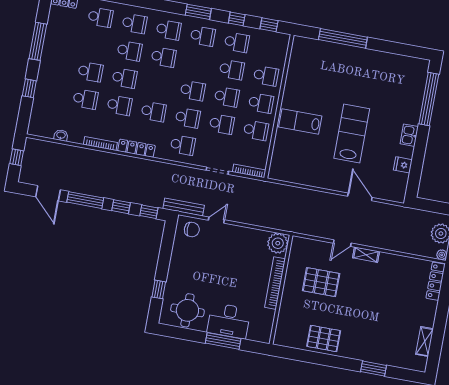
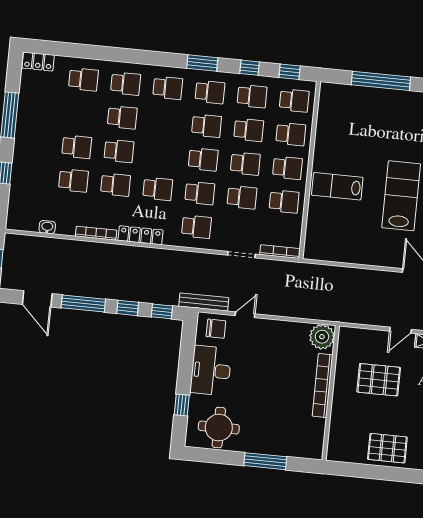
school desk: (271, 49) -> (294, 100), added
school desk: (164, 57) -> (207, 126), moved
desk: (229, 321) -> (211, 371), moved, turned 90

